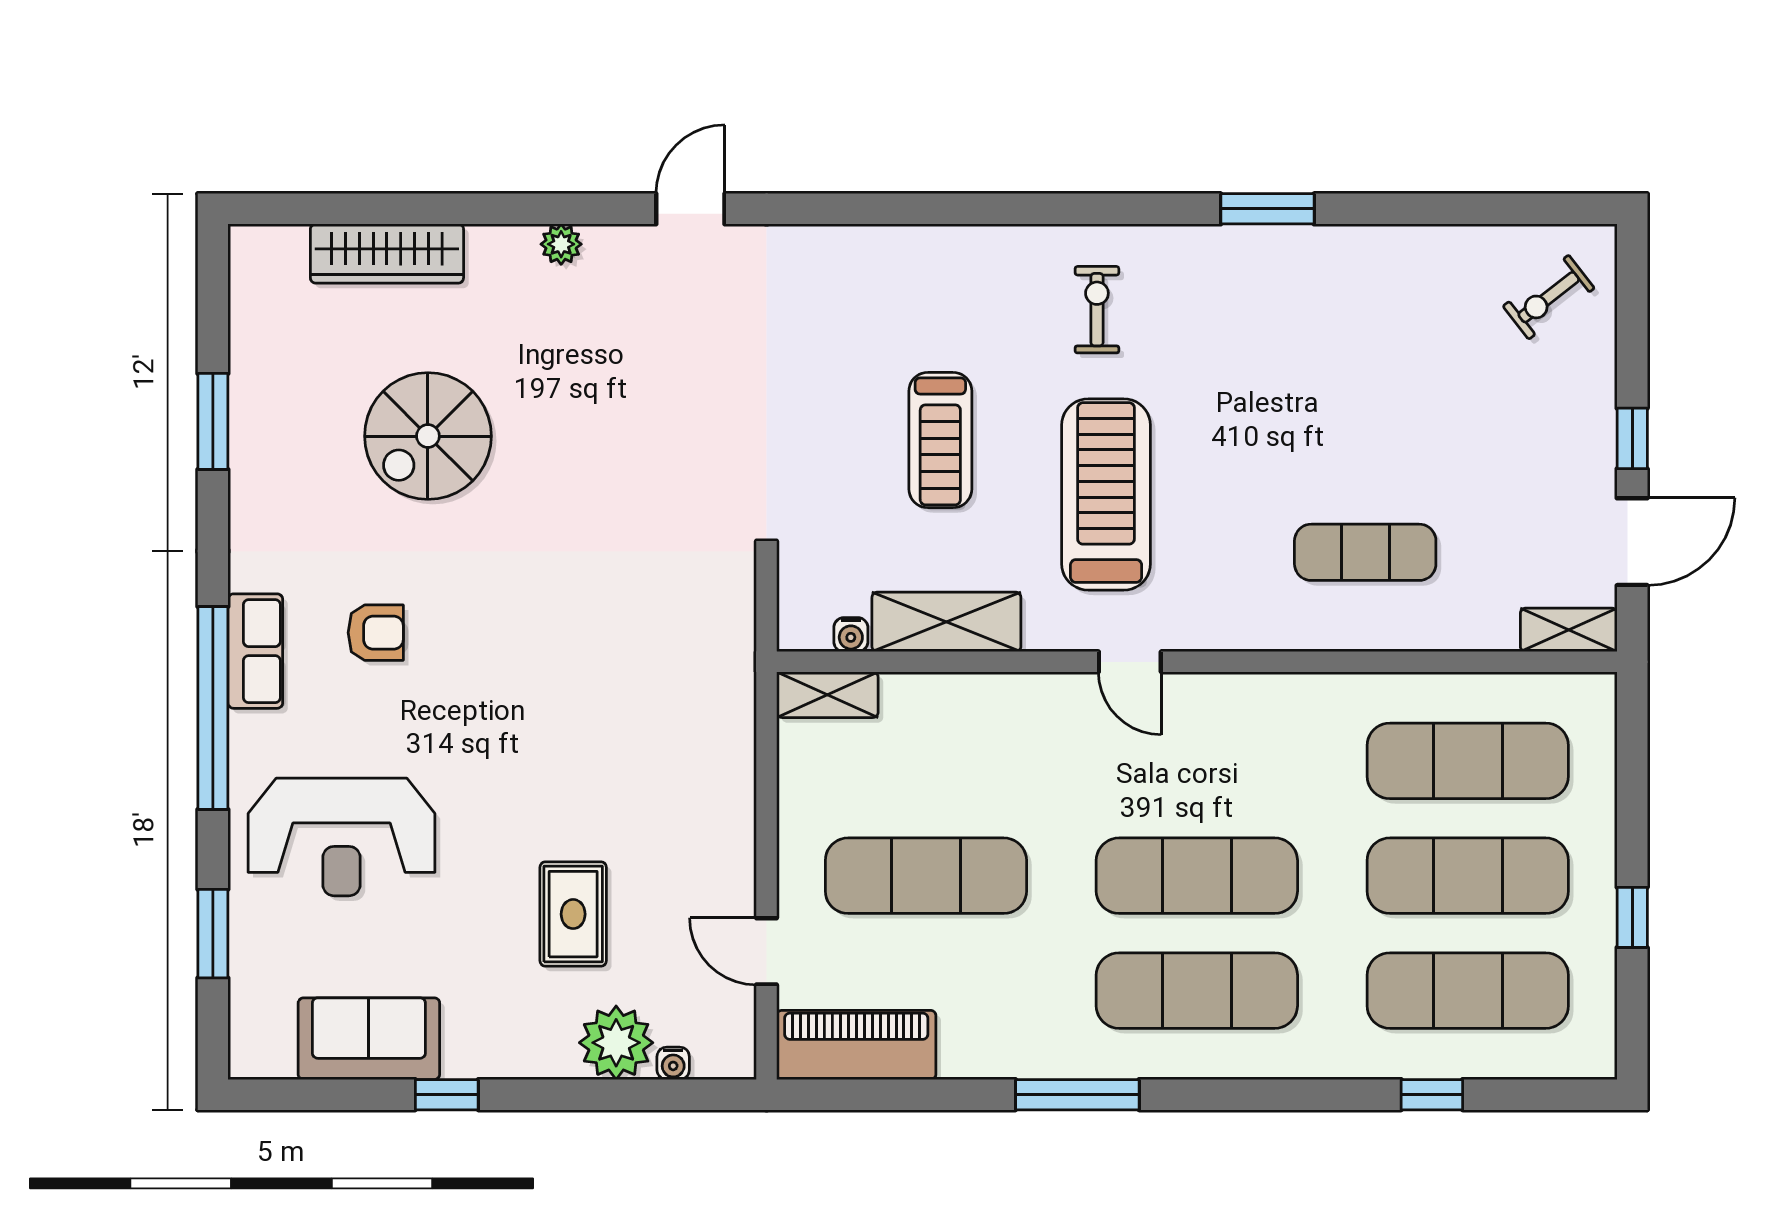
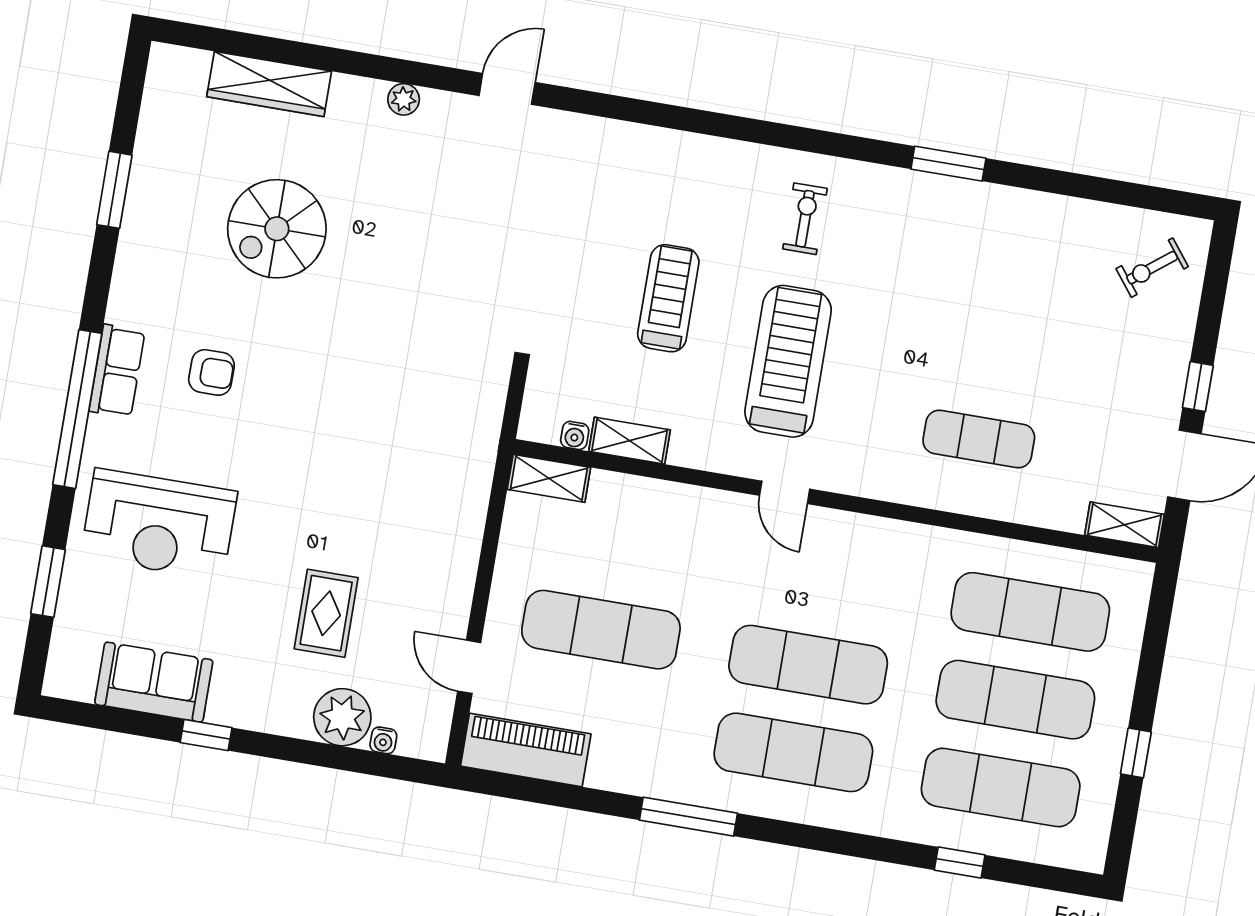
treadmill: (940, 440) -> (668, 298), turned 180
shelving: (946, 622) -> (630, 441), width x0.67, depth x0.75

